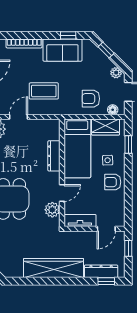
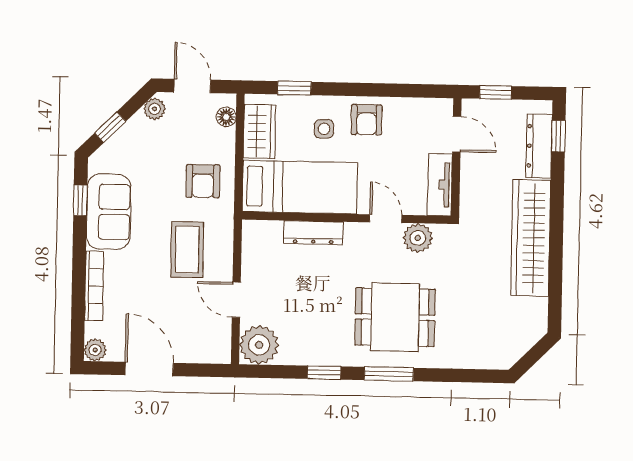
armchair: (91, 99) -> (203, 181), moved

